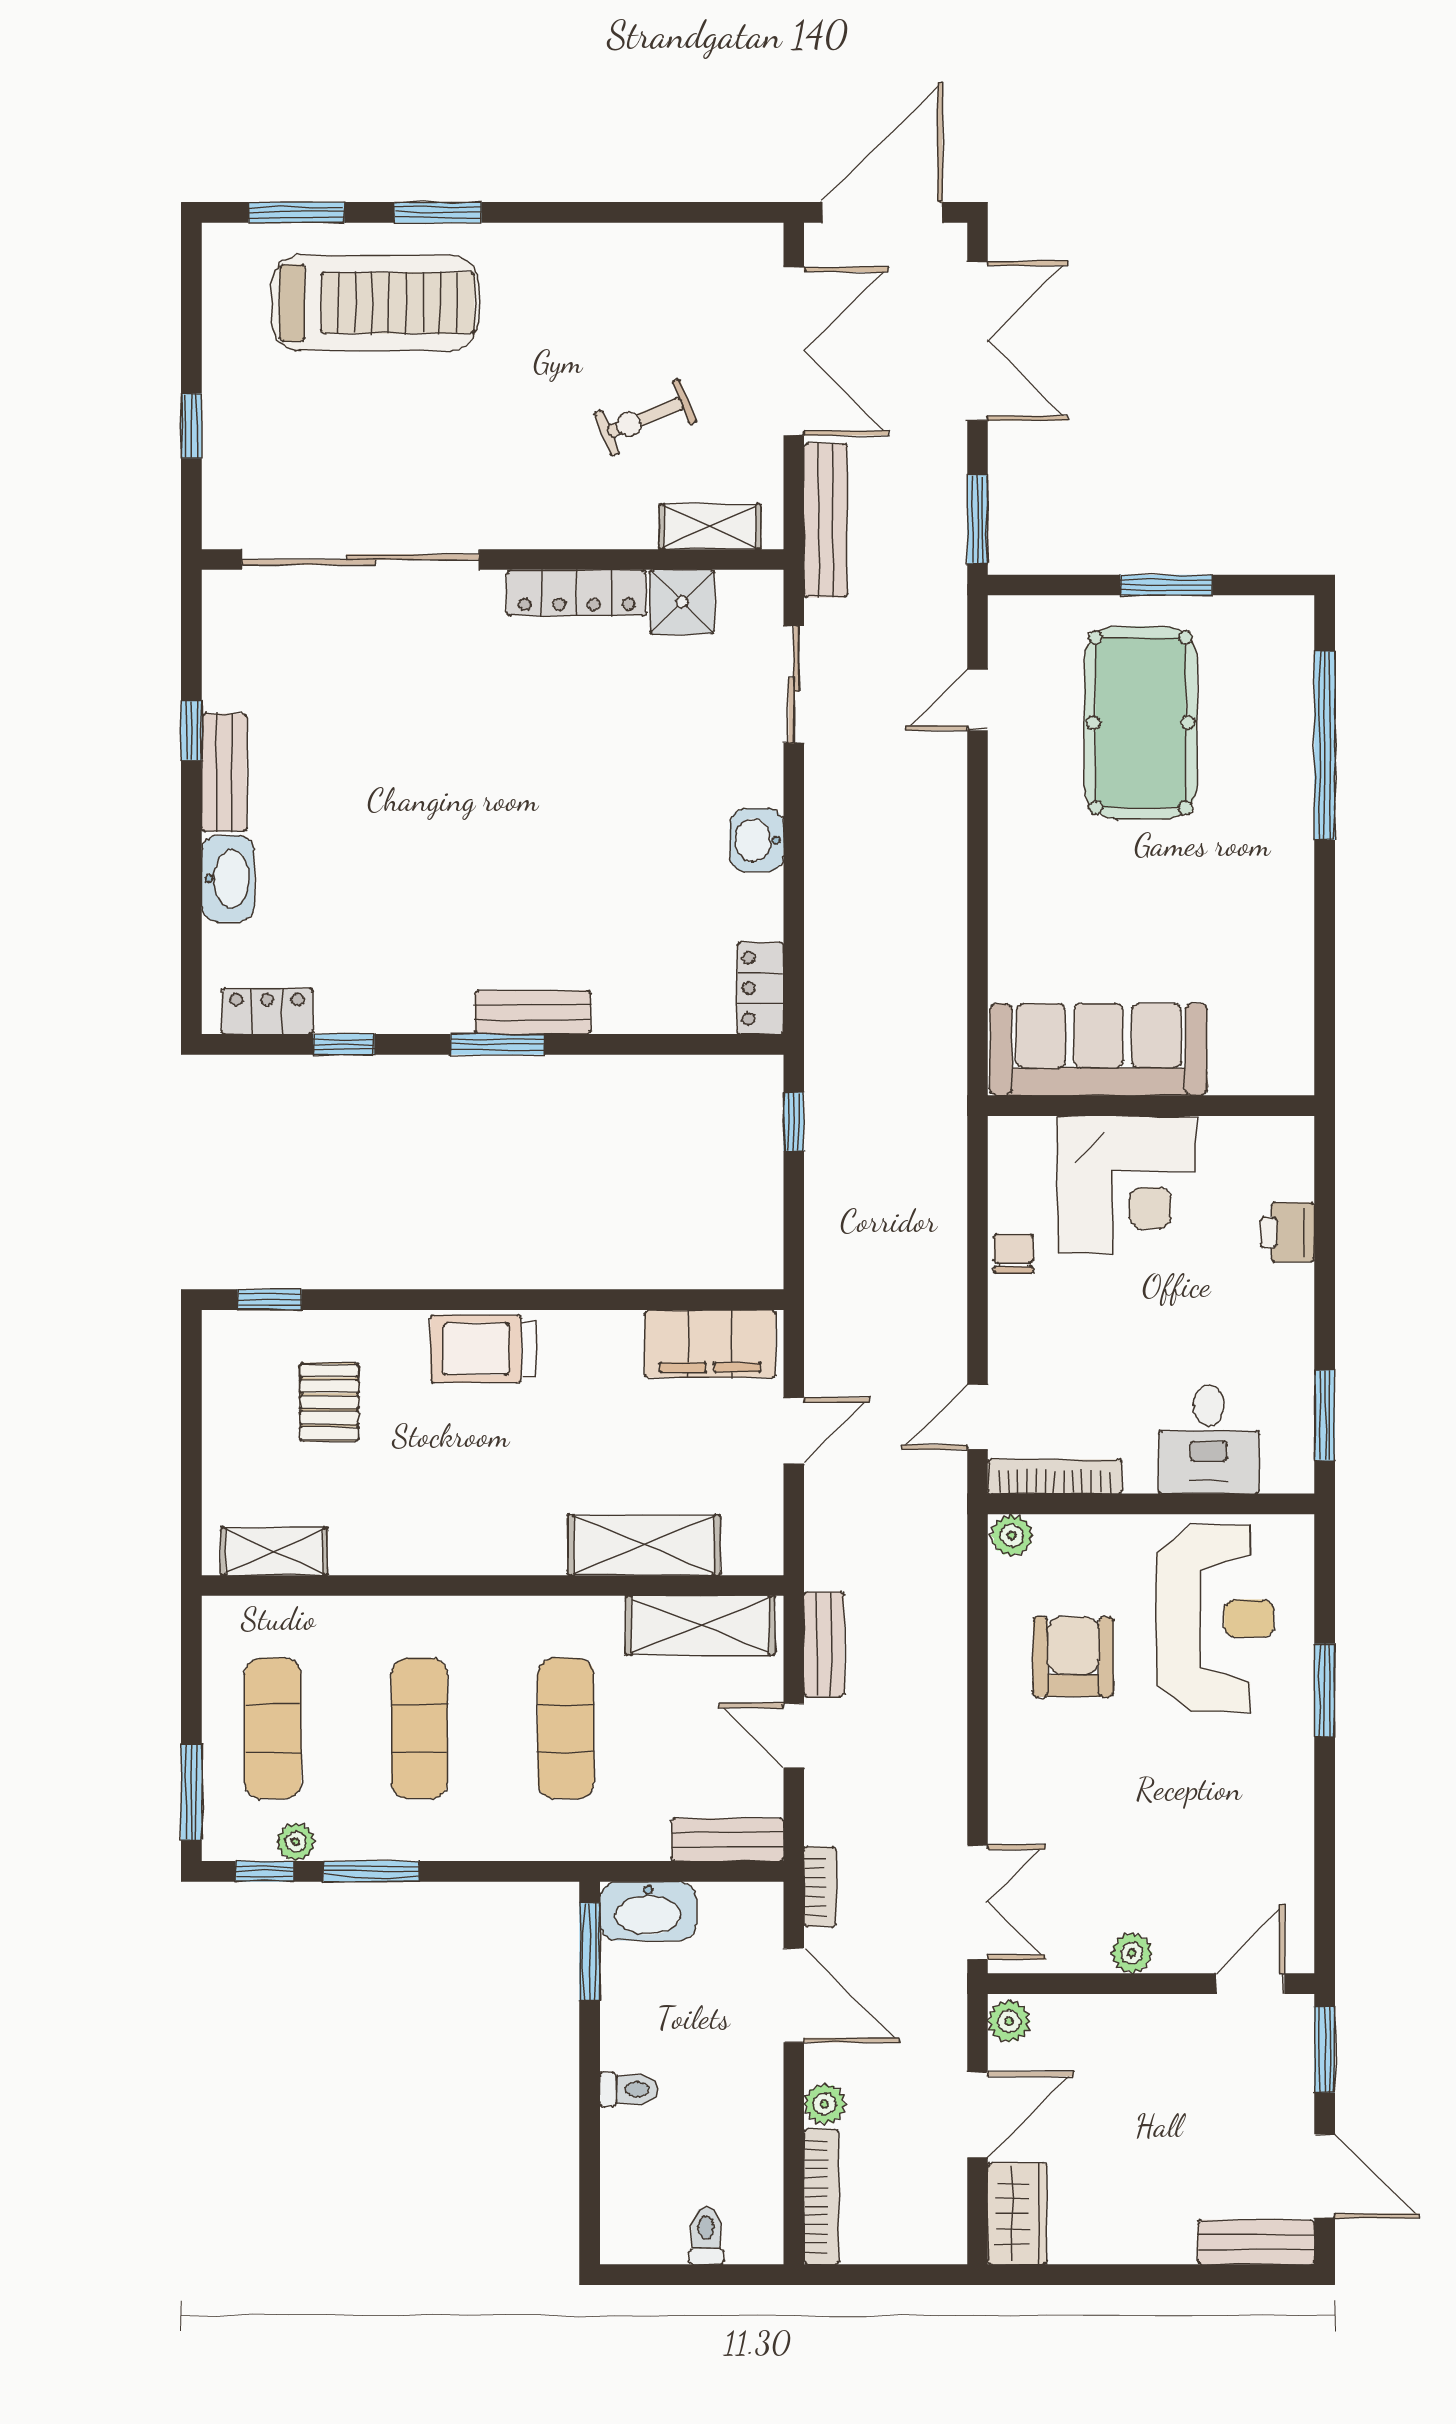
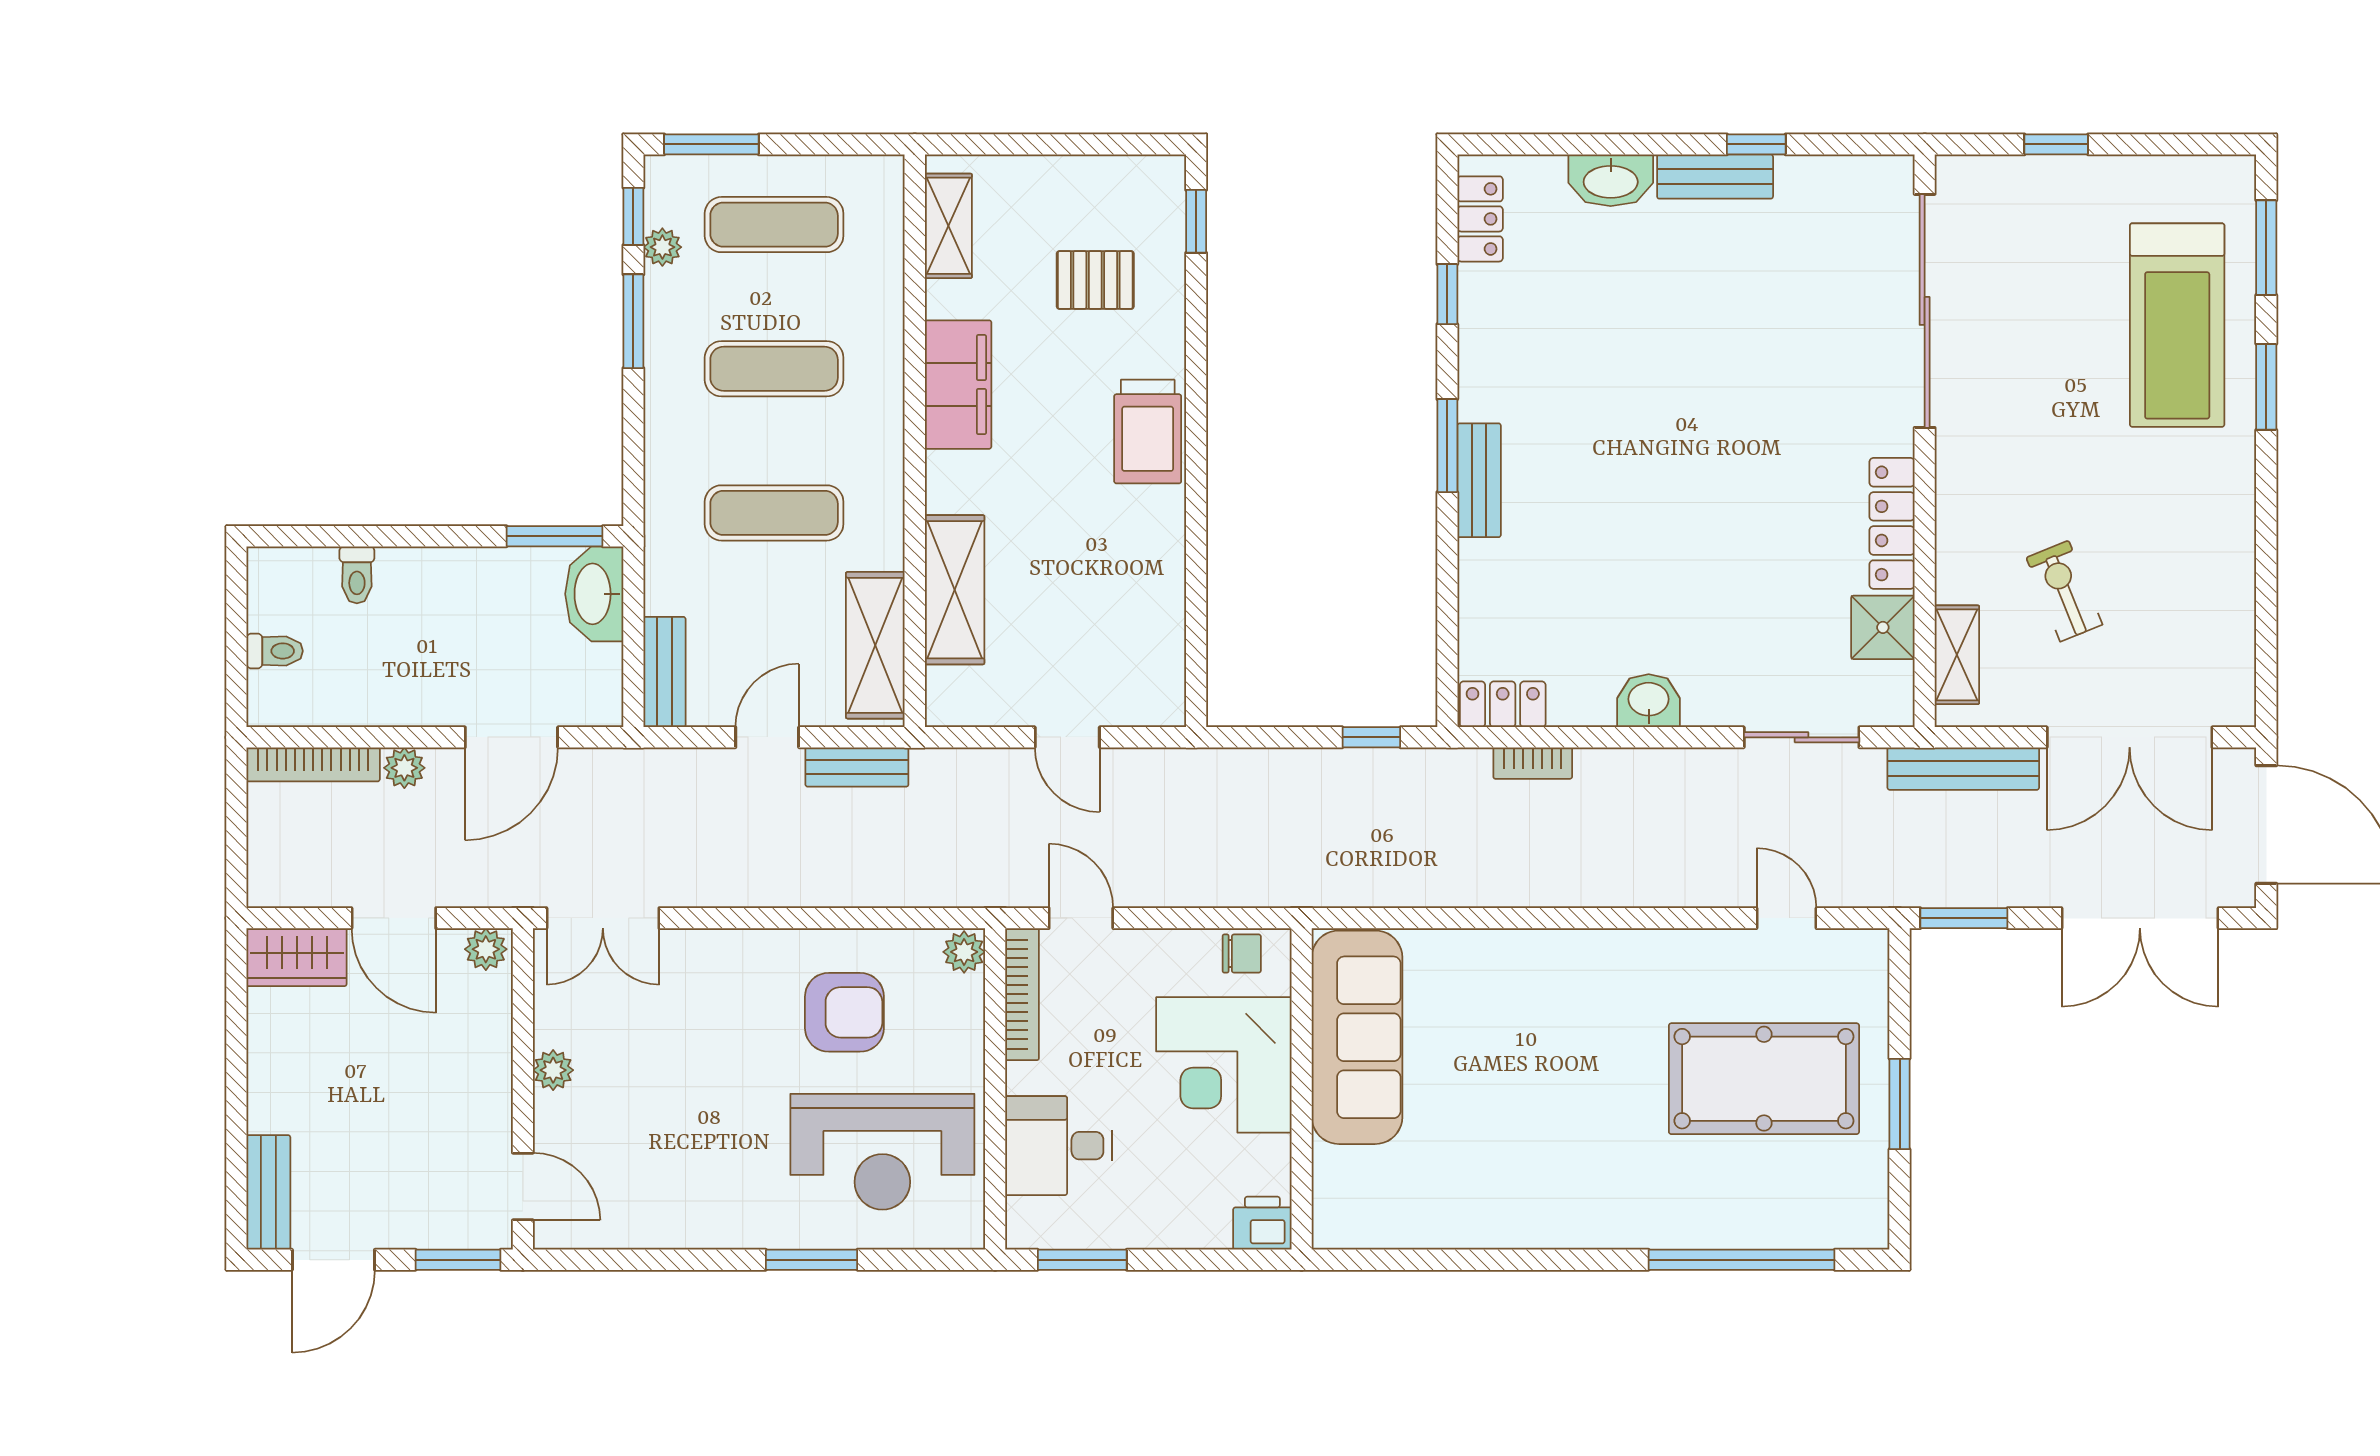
sofa: (1099, 1049) -> (1357, 1037), moved
wall: (1151, 1106) -> (1302, 1089), moved
corner desk: (1127, 1185) -> (1224, 1065), moved
filing cabinet: (710, 1344) -> (958, 385), moved, turned 180
trolley: (483, 1349) -> (1148, 432), turned 180
bookcase: (820, 1887) -> (1533, 763), moved
toilet: (629, 2089) -> (357, 575), moved

